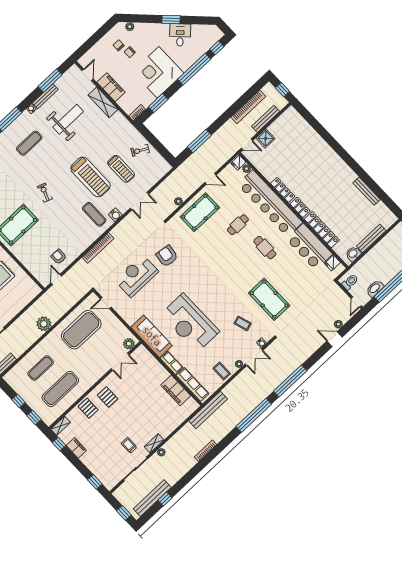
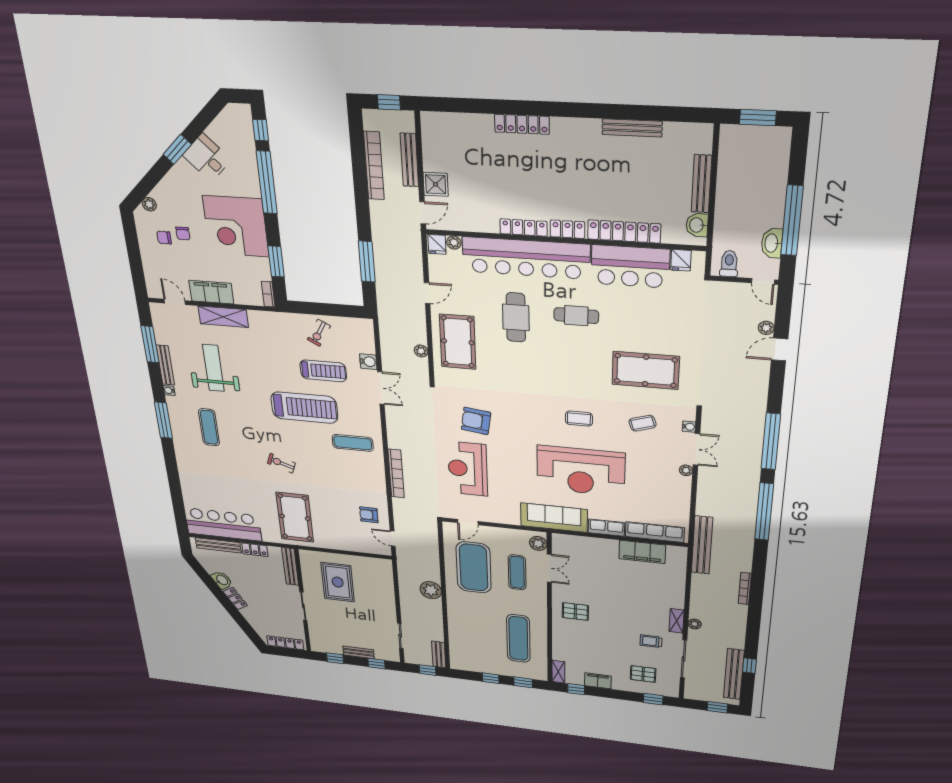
locker: (326, 149) -> (522, 124), added
water cooler: (115, 215) -> (368, 362), moved
cafe table: (238, 225) -> (516, 317), width x1.37, depth x1.35
exercise mat: (41, 368) -> (517, 572), moved
coffee table: (222, 371) -> (579, 419), moved
pallet: (88, 408) -> (643, 674), moved

